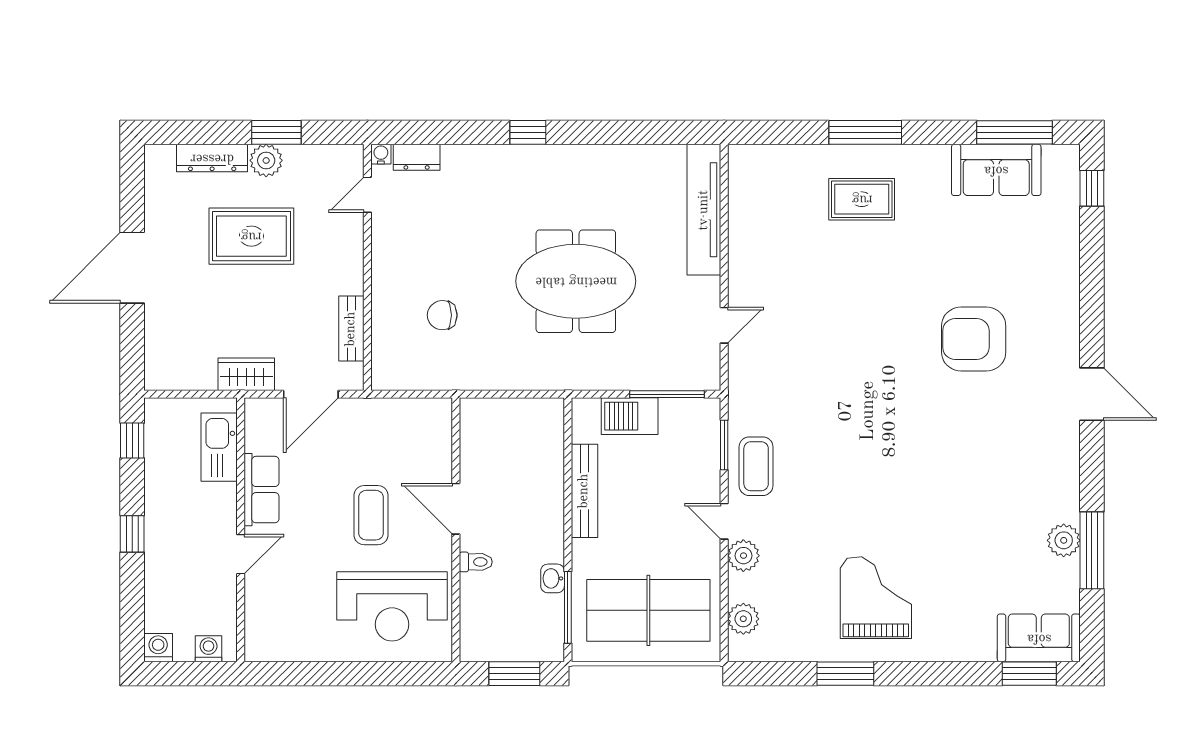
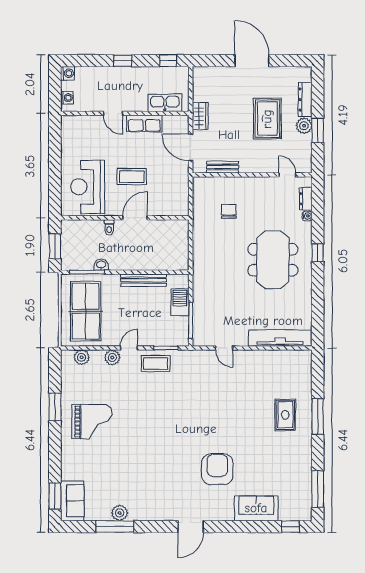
water cooler: (381, 154) -> (307, 216), moved
sofa: (996, 170) -> (256, 508), moved, turned 90
meeting table: (576, 281) -> (273, 260), moved

